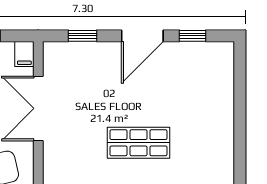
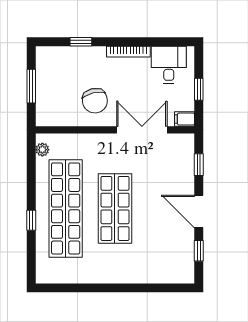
shop shelf: (138, 143) -> (115, 208), width x1.43, depth x1.36

